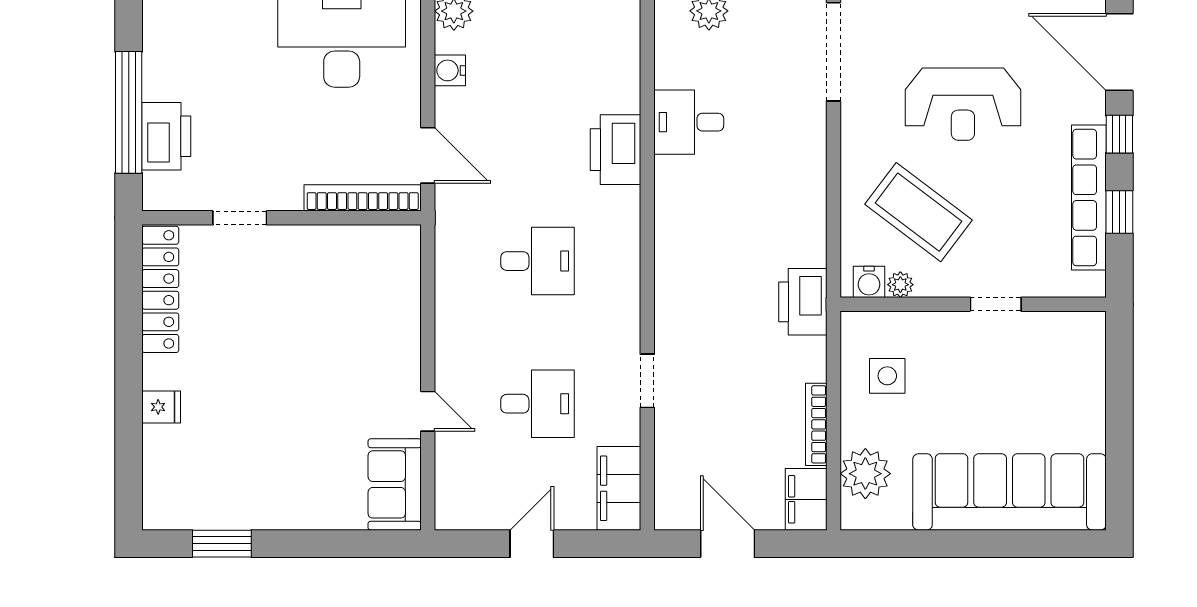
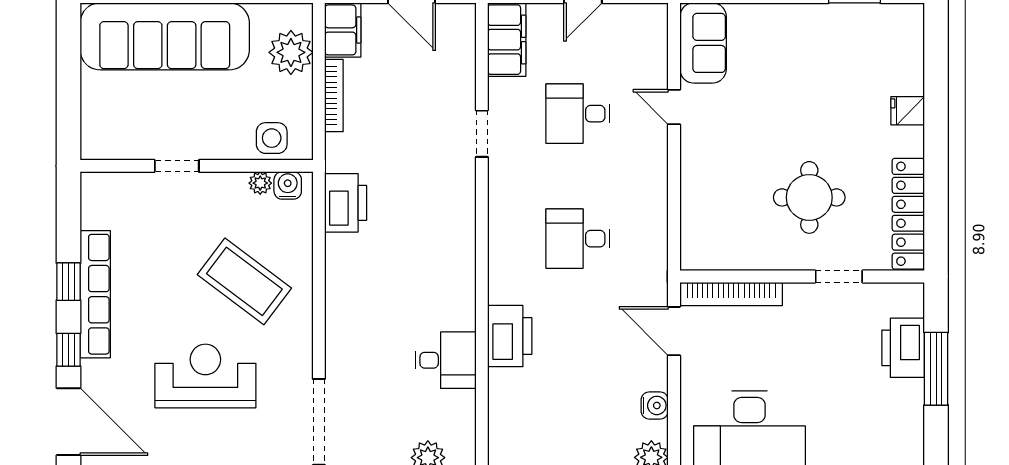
window: (129, 112) -> (936, 369), width x0.68
water cooler: (869, 282) -> (288, 185), moved
plant: (900, 285) -> (260, 183), moved
wall: (973, 304) -> (197, 166), moved
doorway: (996, 304) -> (177, 166), moved
round table: (273, 308) -> (809, 197), added

